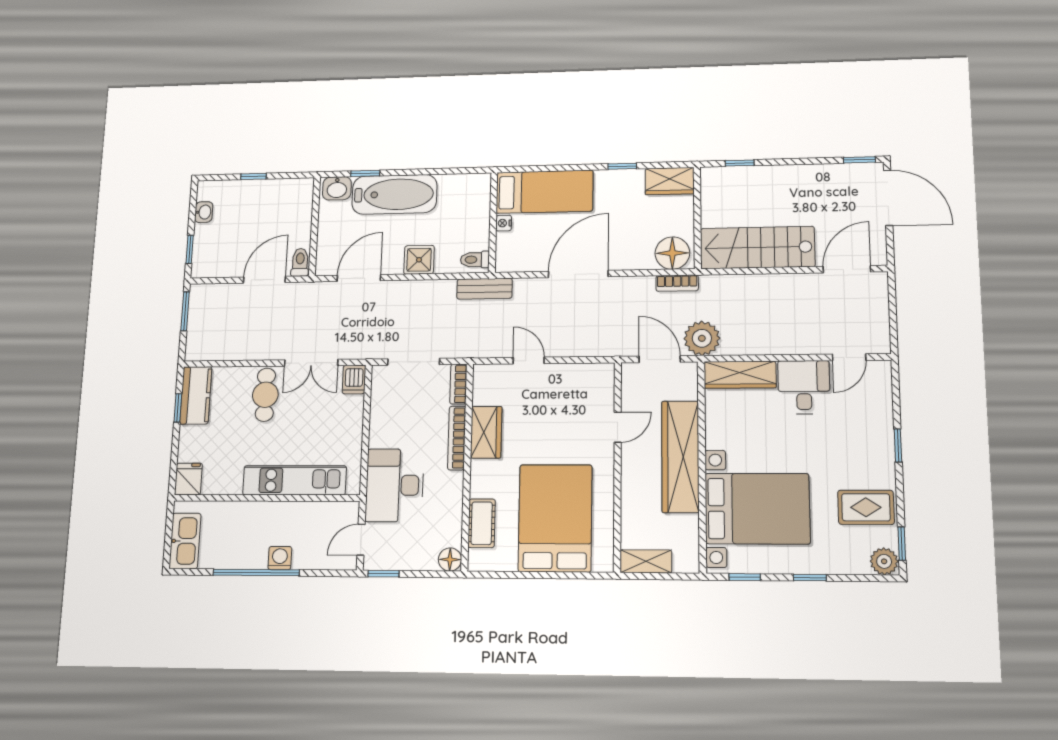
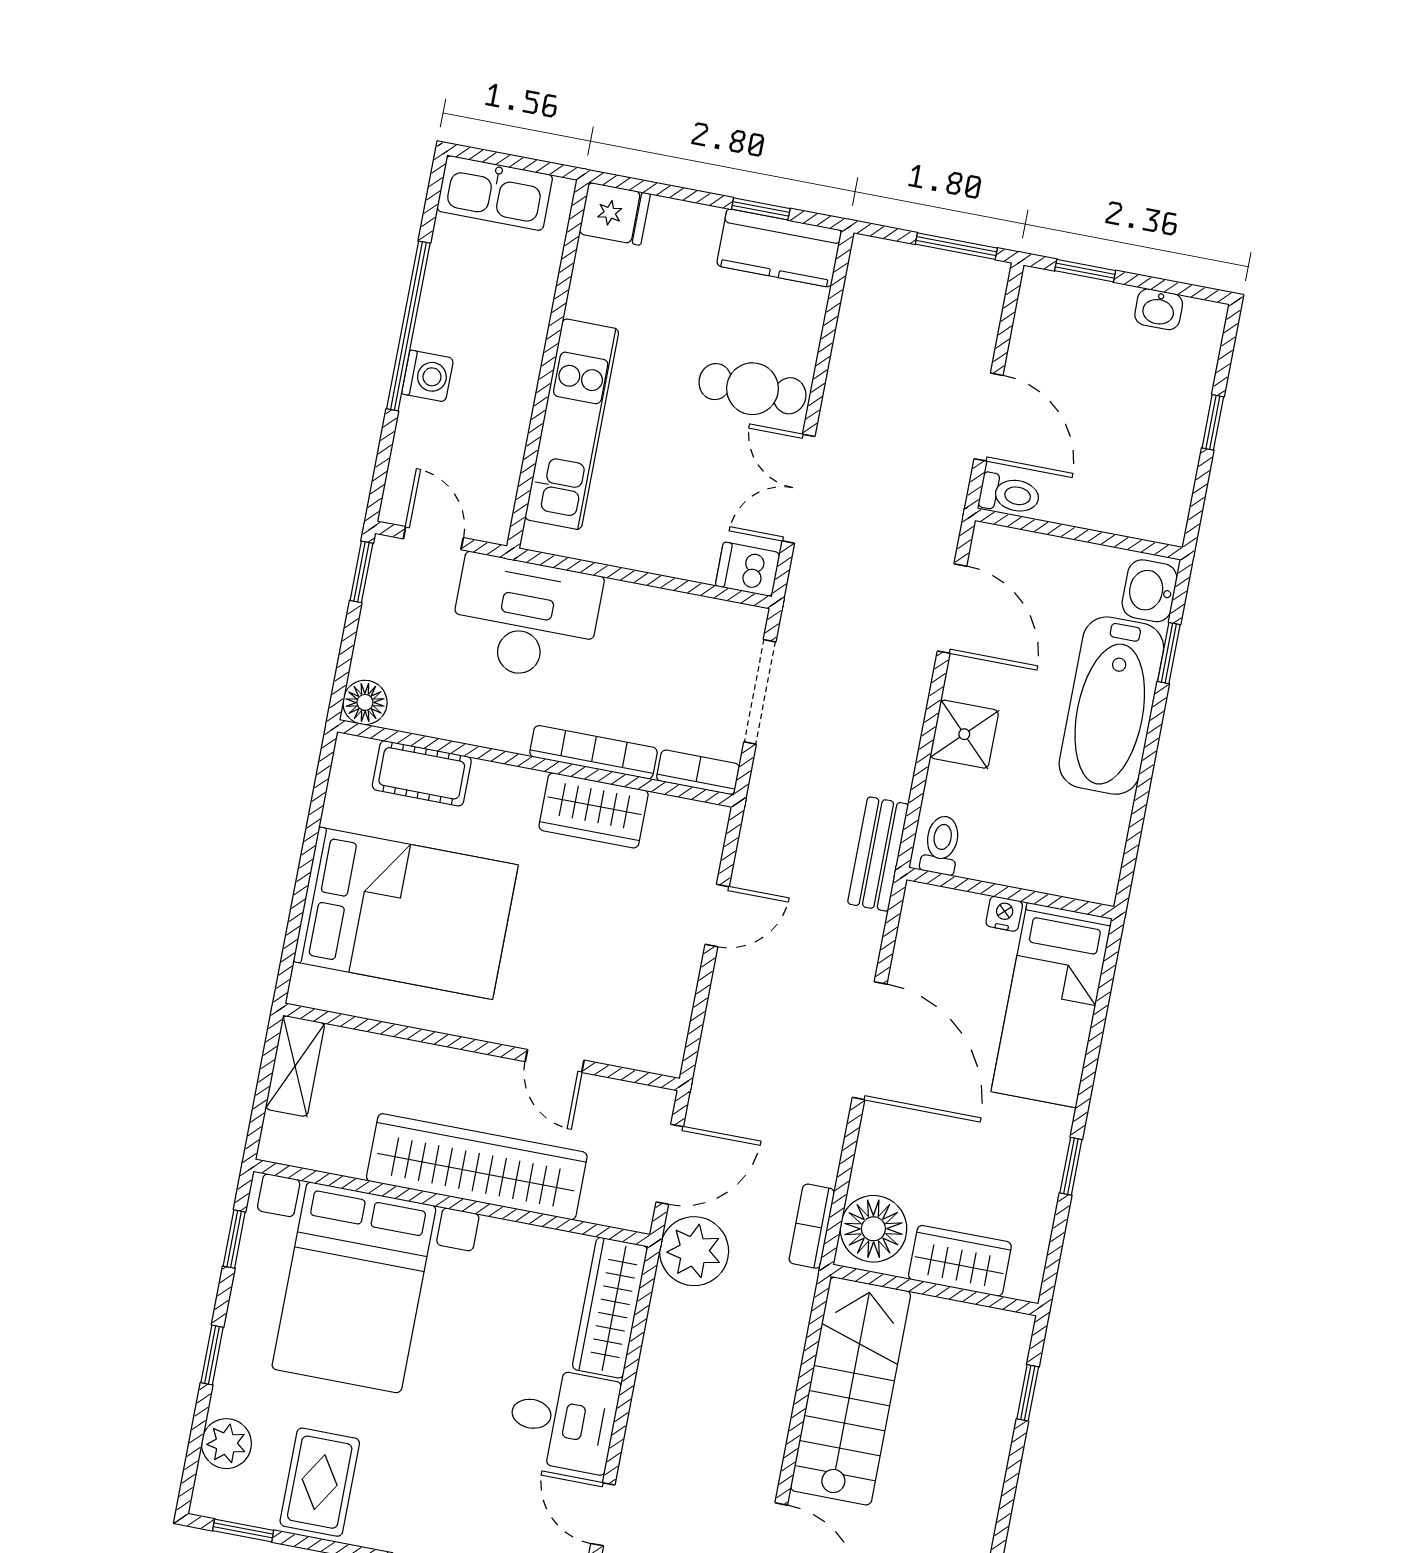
wardrobe: (670, 181) -> (960, 1261), moved, turned 90
plant: (884, 561) -> (226, 1444), moved

